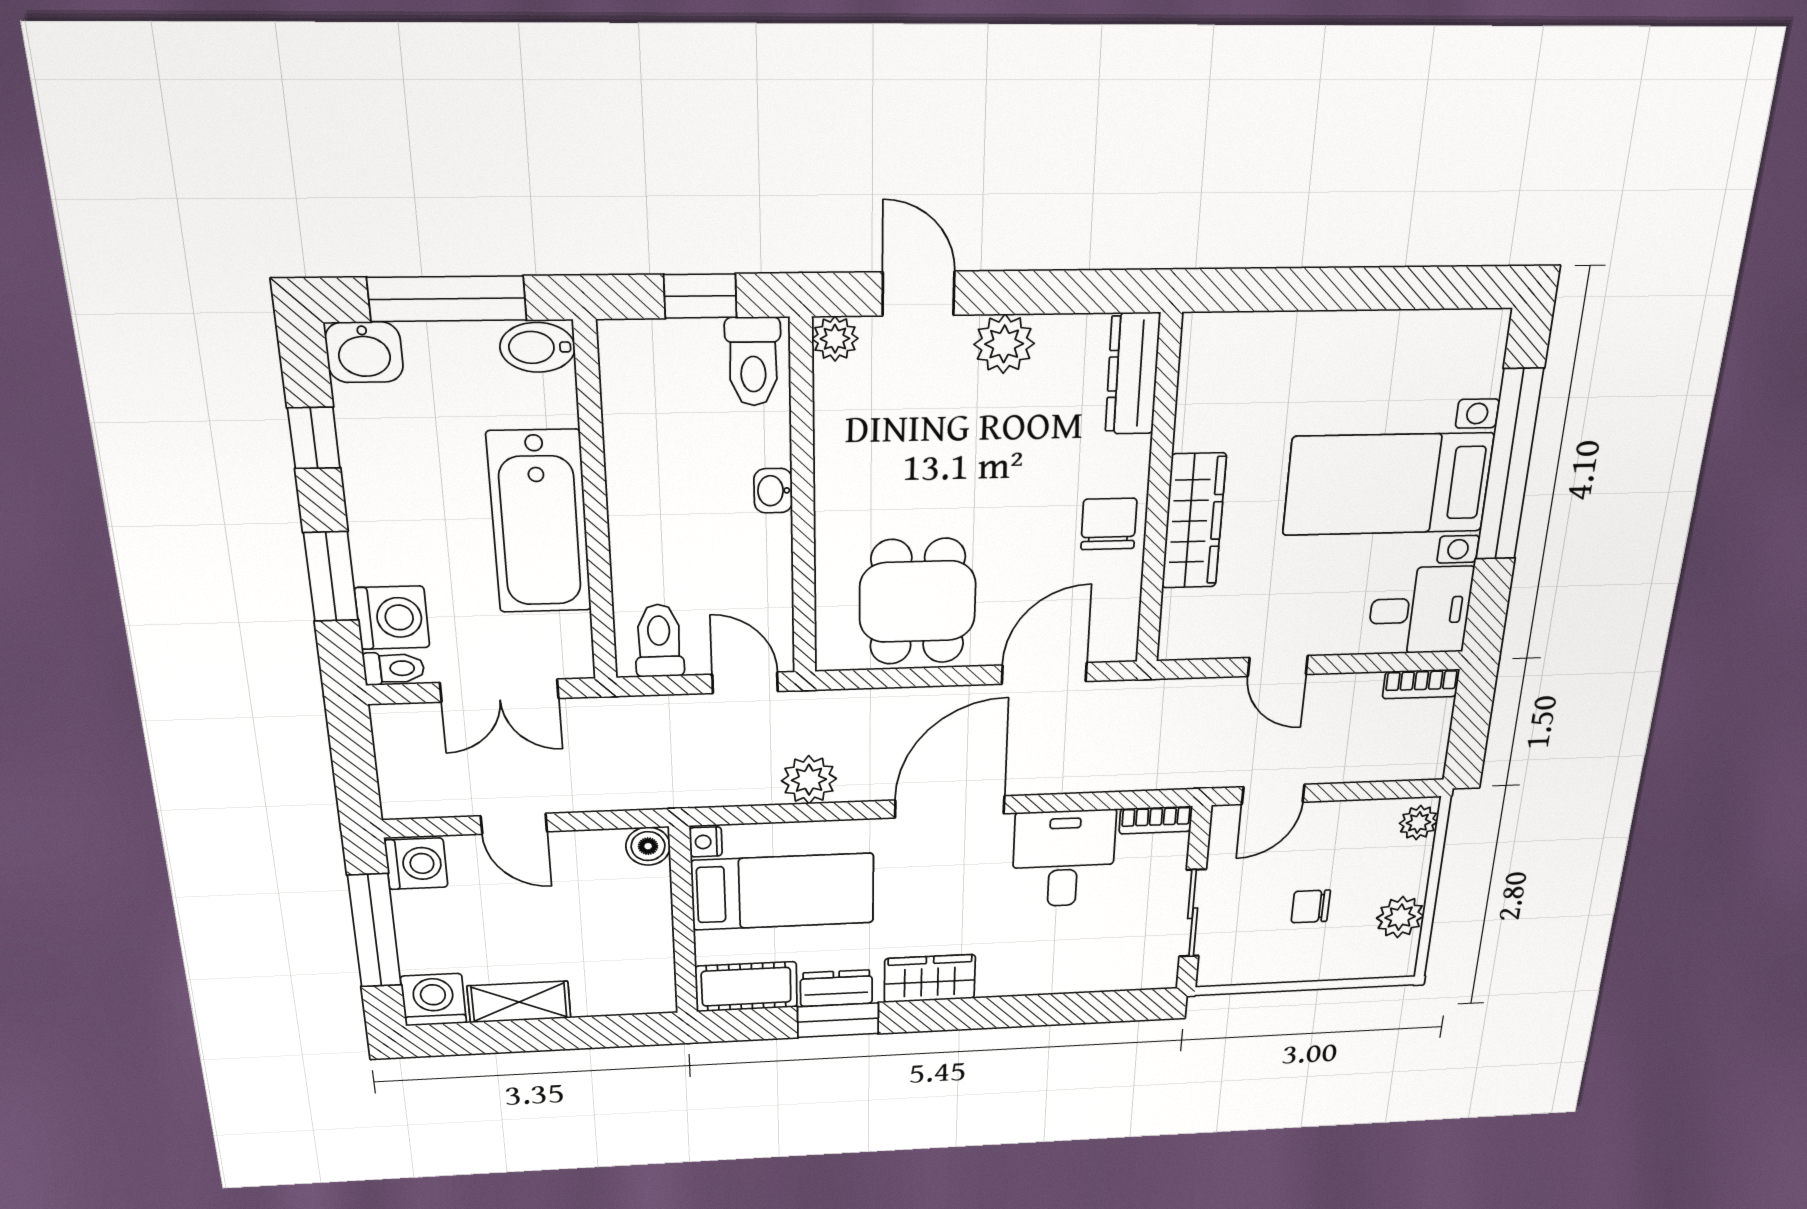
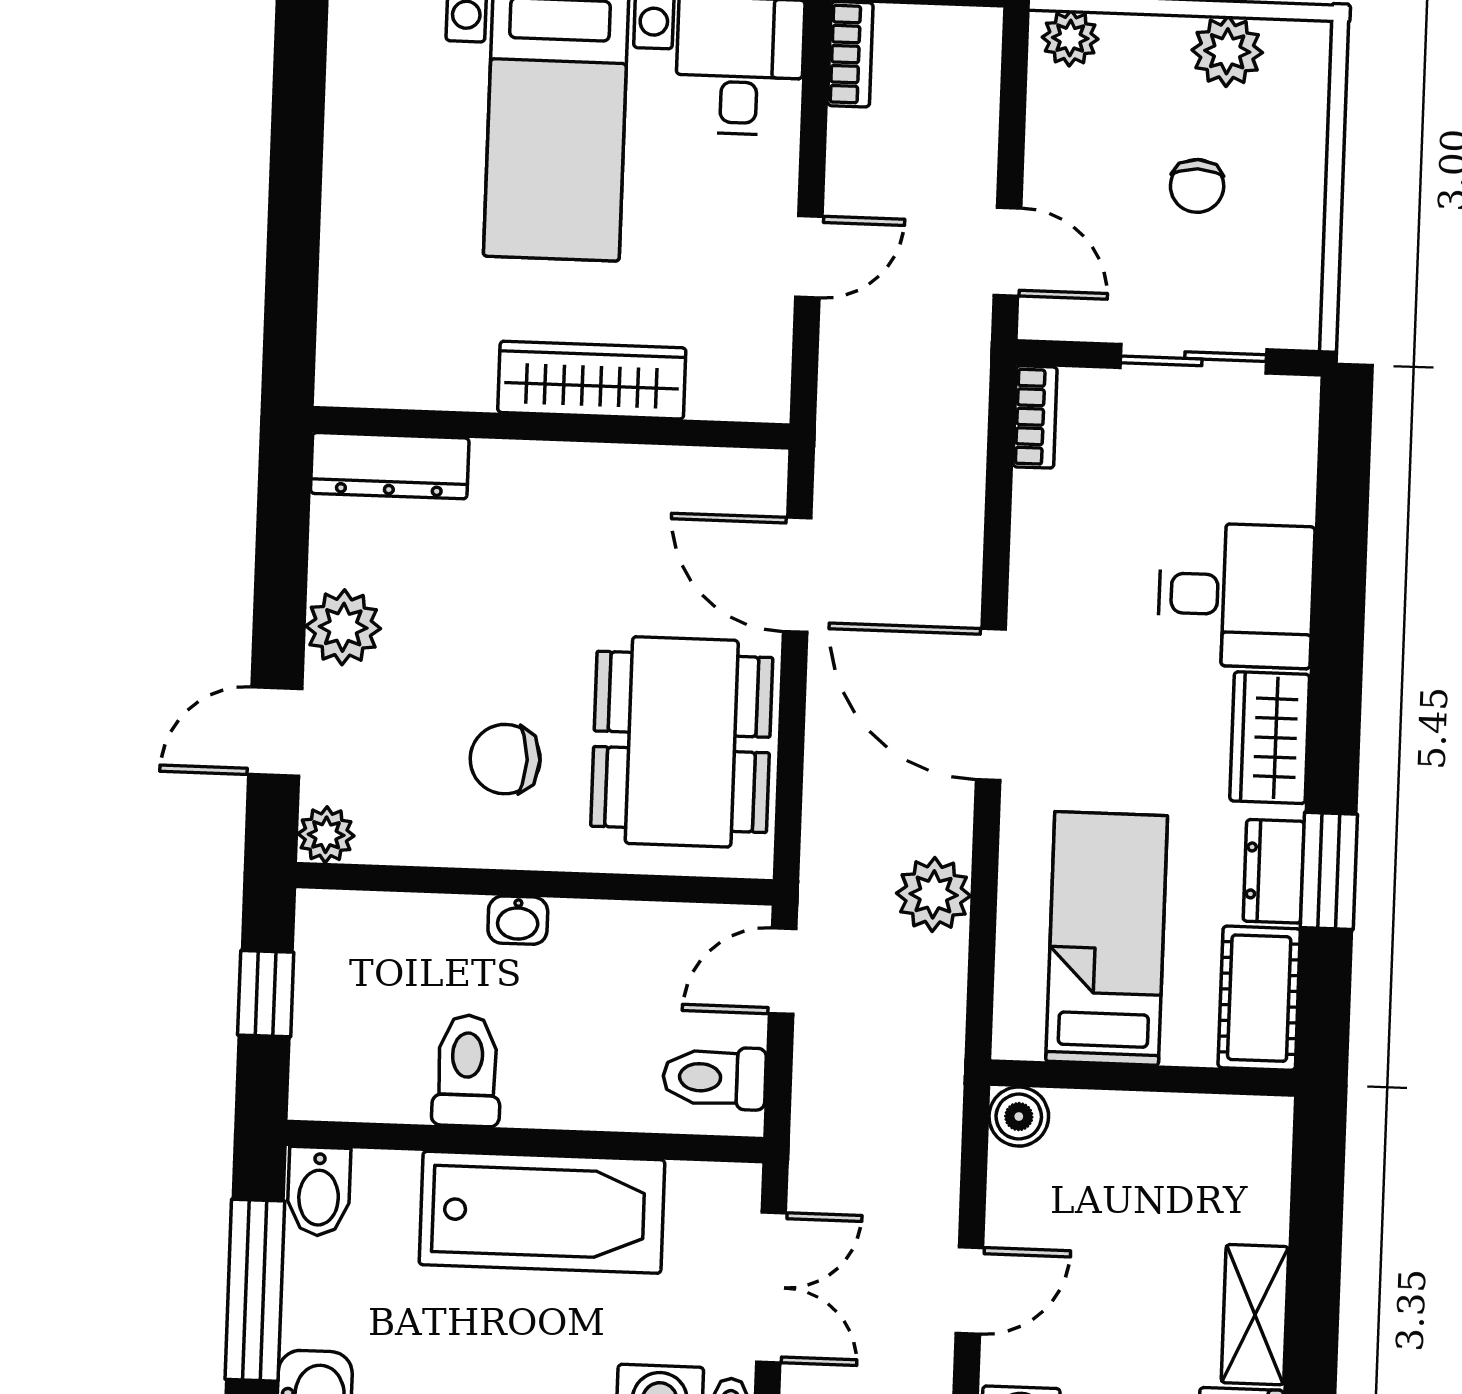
toilet: (753, 362) -> (467, 1071), moved, turned -90
chair: (1109, 524) -> (505, 759), moved
dining table: (918, 602) -> (682, 742), width x1.38
nightstand: (706, 842) -> (1018, 1039), removed
desk: (1064, 859) -> (1236, 595), moved, turned 180

